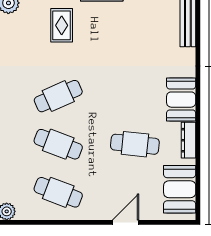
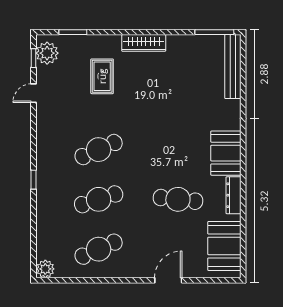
cafe table: (58, 144) -> (99, 199), turned -39
cafe table: (58, 192) -> (99, 249), turned -45

